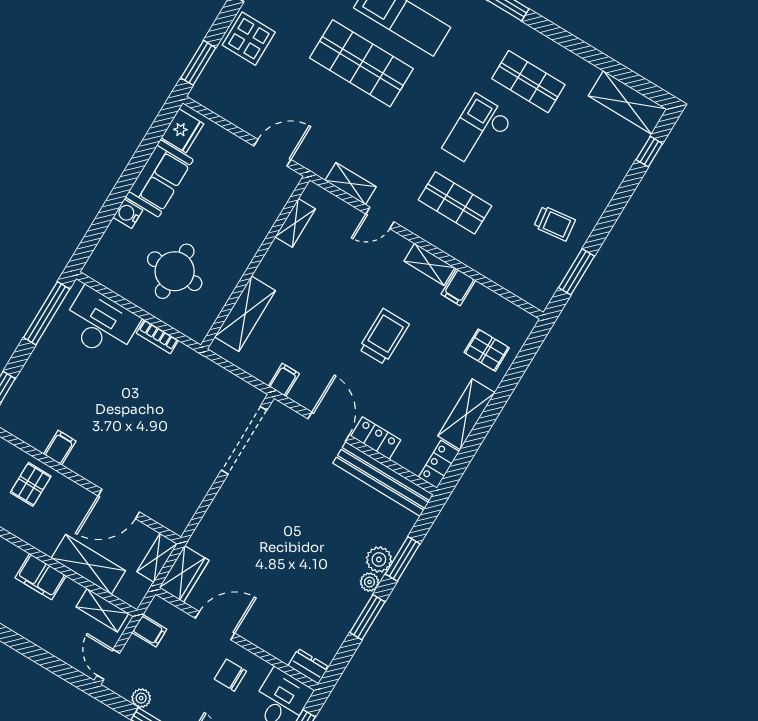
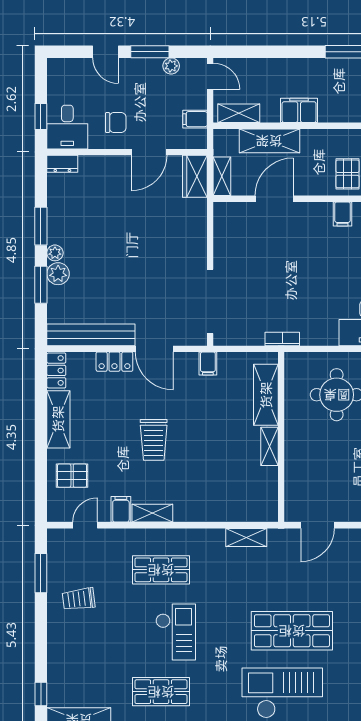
door: (380, 218) -> (85, 525), moved
shelving: (295, 223) -> (269, 446), moved
bookcase: (157, 337) -> (282, 339), moved

